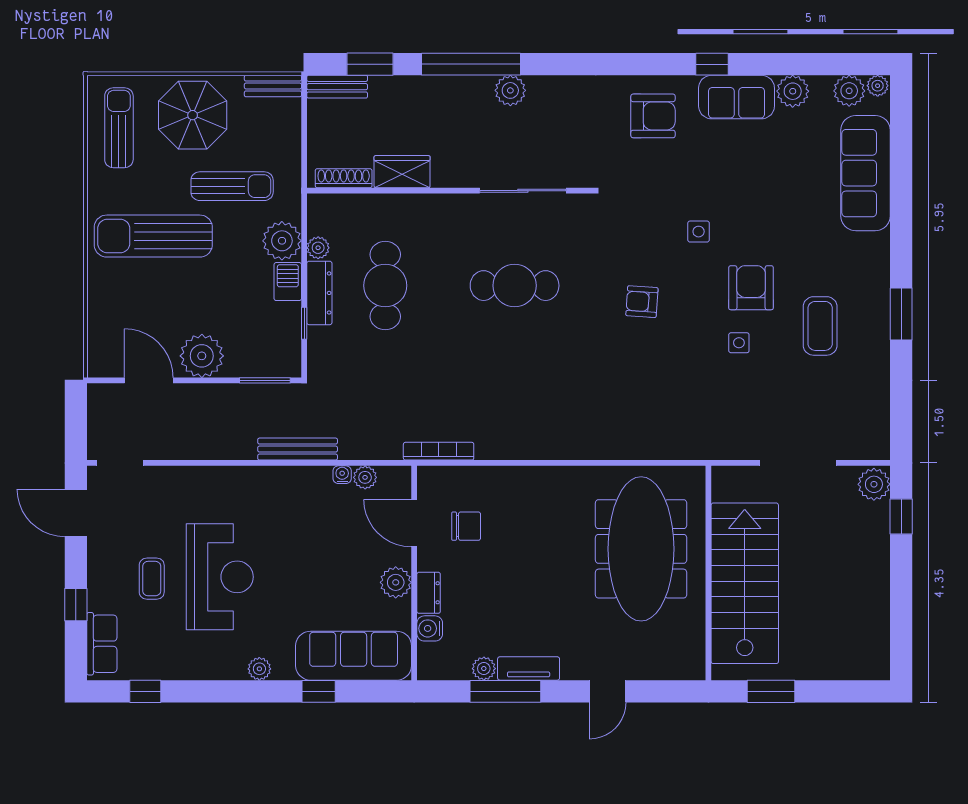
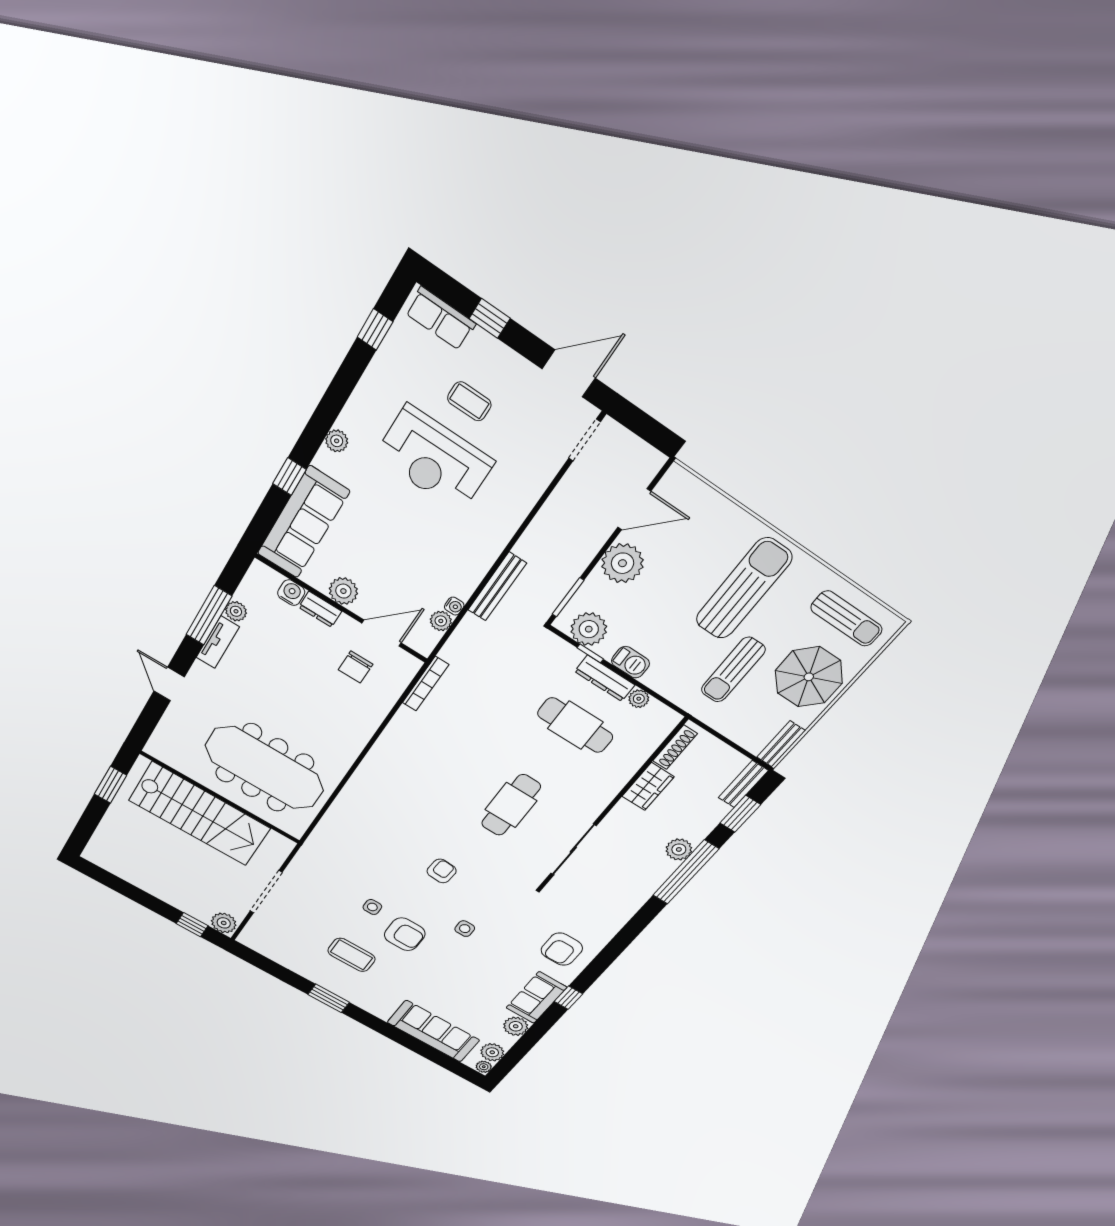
plant: (510, 90) -> (679, 849), moved
plant: (282, 241) -> (589, 629), moved

